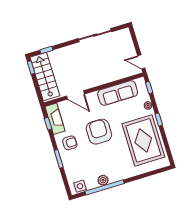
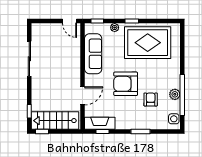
door: (141, 62) -> (70, 21), hinge flipped
armchair: (70, 143) -> (151, 99), moved

